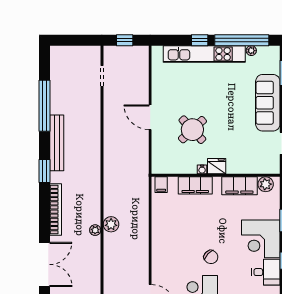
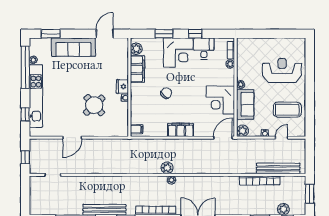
window: (200, 40) -> (25, 114), moved
door: (150, 117) -> (72, 138), moved
filing cabinet: (195, 185) -> (181, 130), moved, turned -90
chair: (211, 257) -> (166, 93), moved

